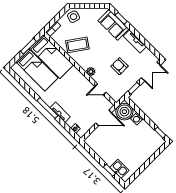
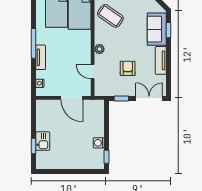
double door: (151, 72) -> (149, 99), swing flipped
boiler: (124, 112) -> (94, 110), removed
washing machine: (137, 119) -> (99, 143), moved
kitchen sink: (119, 169) -> (43, 141), moved

